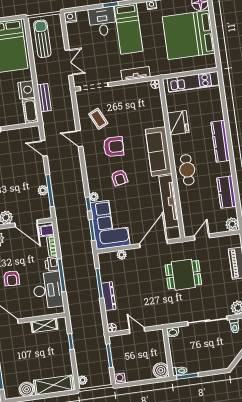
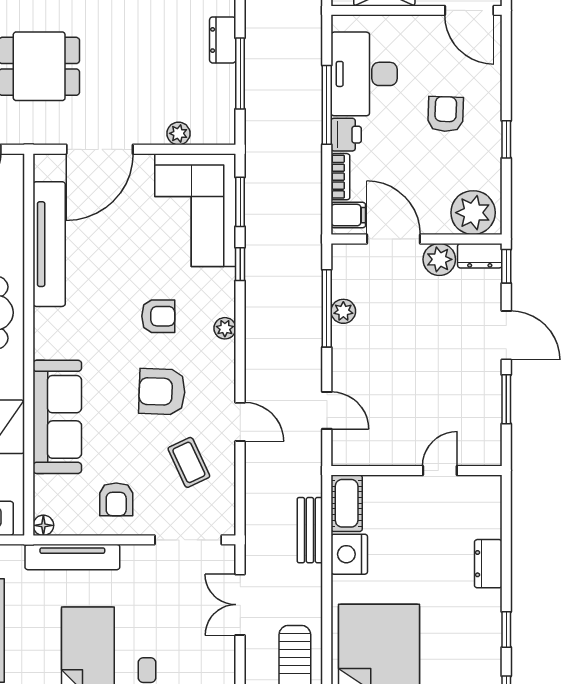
tv unit: (136, 74) -> (72, 557), width x1.41
armchair: (126, 99) -> (116, 499), added
sofa: (159, 151) -> (57, 417), moved
armchair: (119, 178) -> (158, 316), turned 101
plant: (94, 197) -> (225, 328), moved
dresser: (109, 296) -> (223, 40), width x0.70

